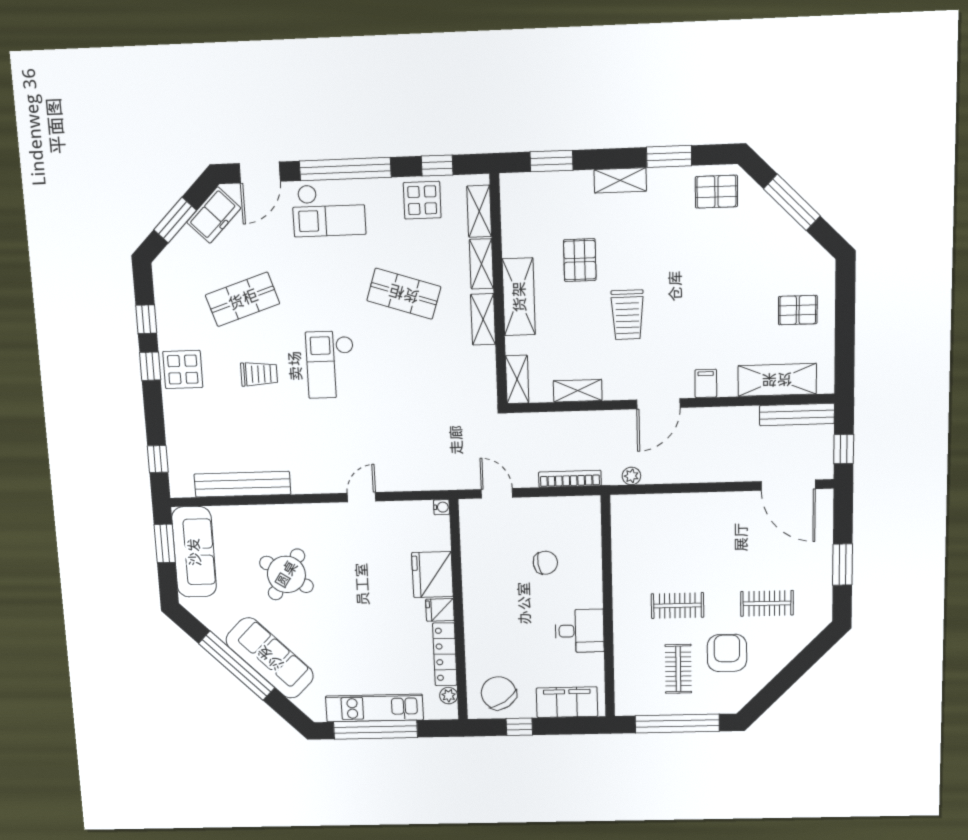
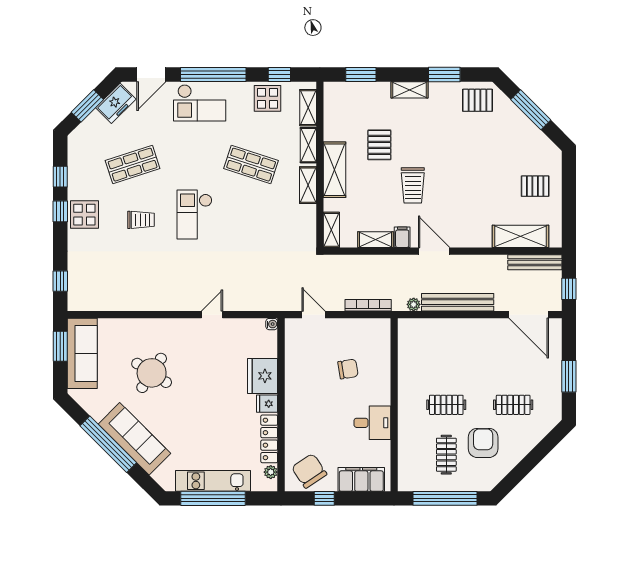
filing cabinet: (706, 383) -> (402, 237), moved
door: (658, 404) -> (434, 251), swing flipped
bench: (242, 484) -> (458, 302), moved

